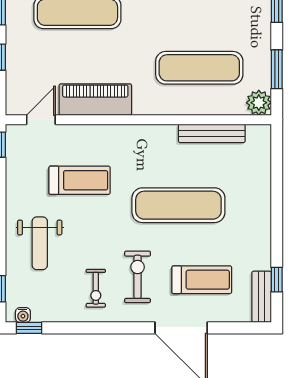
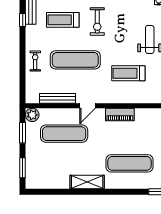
piano: (95, 100) -> (120, 114), width x0.73, depth x0.75
door: (41, 120) -> (88, 106), moved
exercise bike: (96, 288) -> (35, 61), moved

